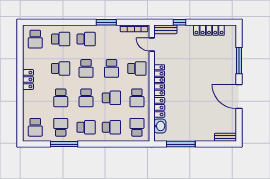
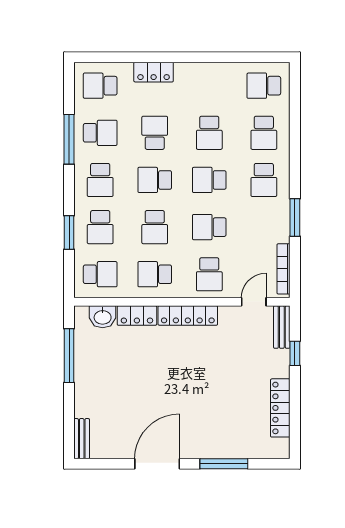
locker: (28, 79) -> (154, 72), moved
school desk: (61, 98) -> (155, 133), turned 90
window: (114, 144) -> (69, 233), added

